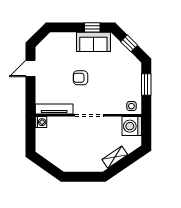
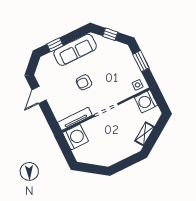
window: (92, 27) -> (55, 45), moved
sofa: (93, 42) -> (75, 50), width x1.36
washing machine: (41, 122) -> (76, 137), width x1.89, depth x1.89

